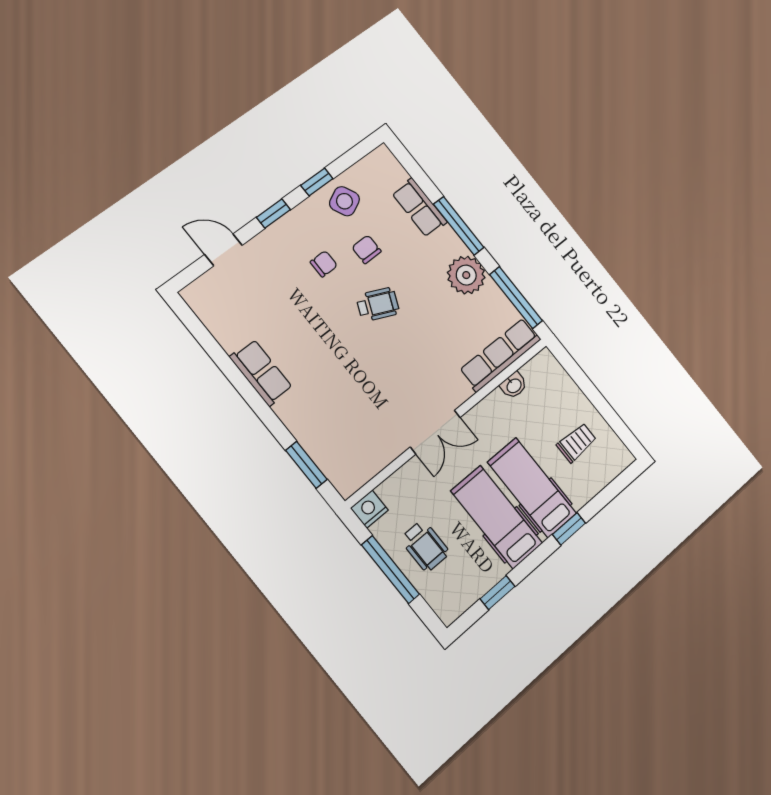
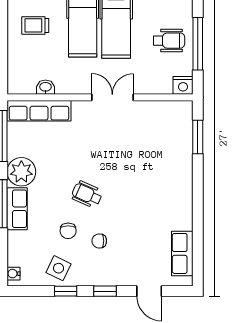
water cooler: (388, 160) -> (13, 274), added
side table: (344, 201) -> (59, 268), turned -38
row of seats: (419, 208) -> (17, 209), moved
row of seats: (261, 373) -> (182, 253), moved
wheelchair: (425, 546) -> (169, 41), turned 90

